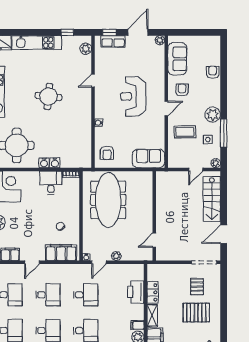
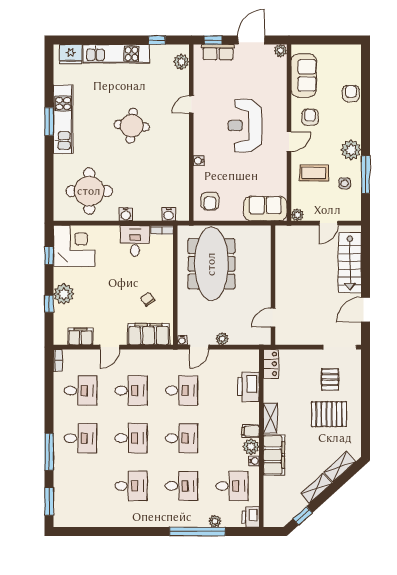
water cooler: (55, 163) -> (169, 214), moved
plant: (216, 163) -> (297, 215), moved
locker: (153, 292) -> (271, 364), moved

